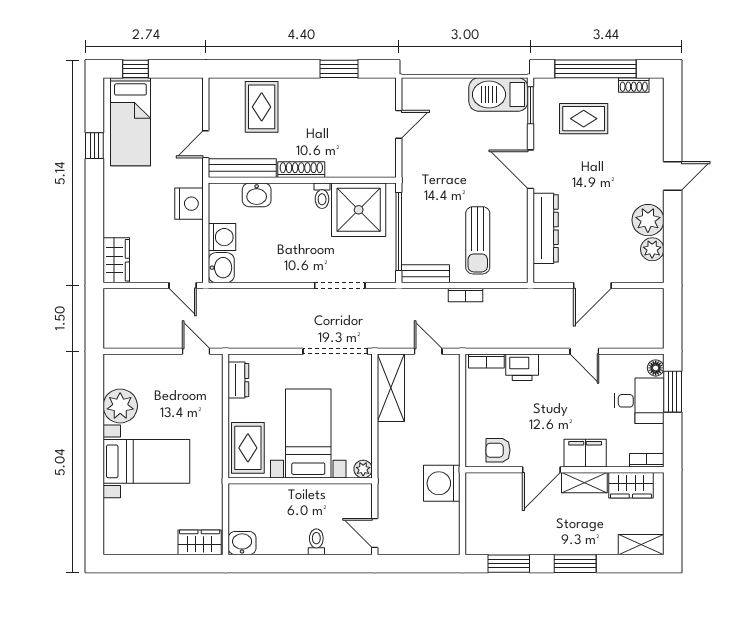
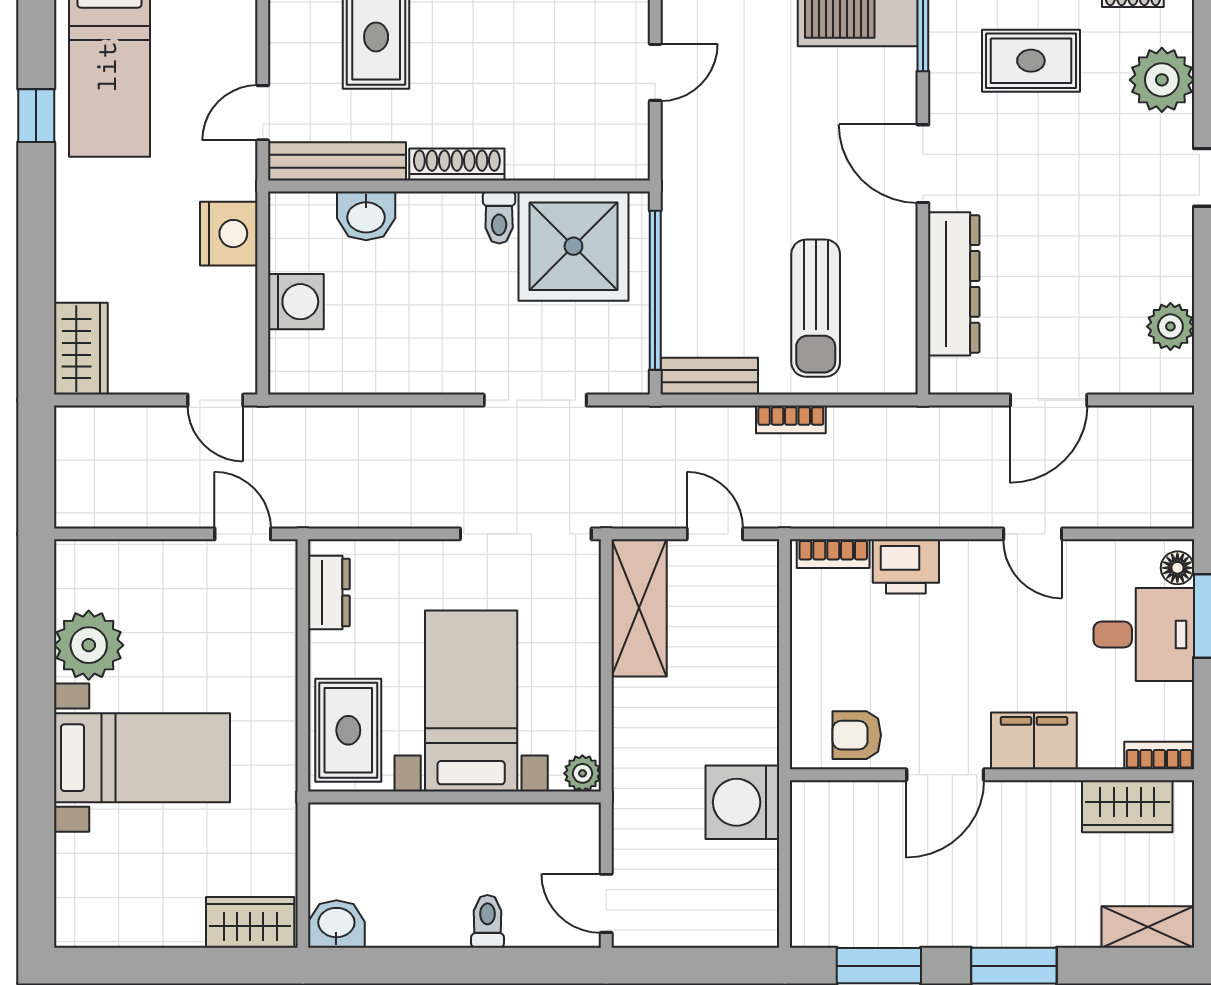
plant: (648, 220) -> (1162, 80), moved
washbasin: (221, 268) -> (294, 364), removed
shelving: (584, 483) -> (1032, 801), removed

